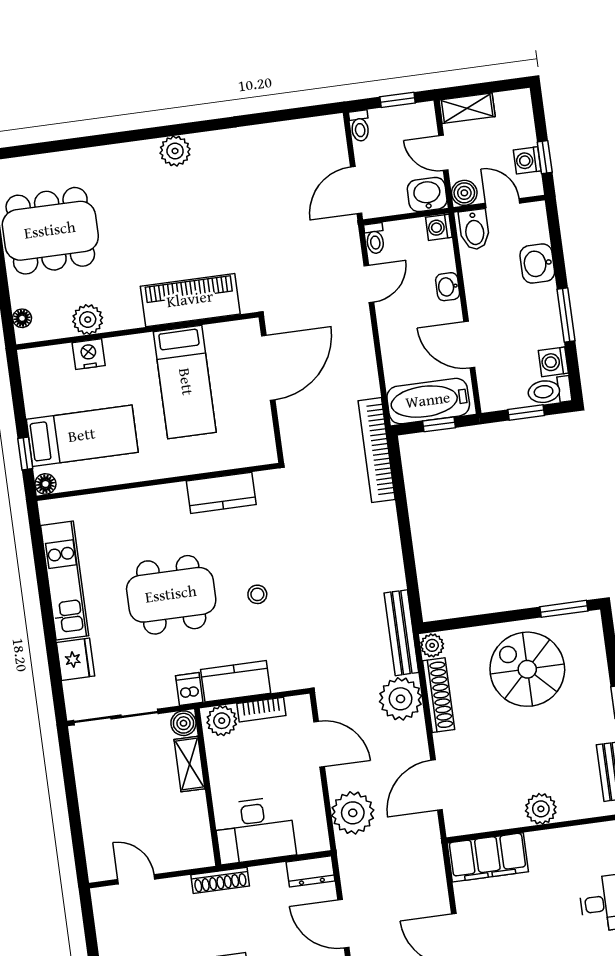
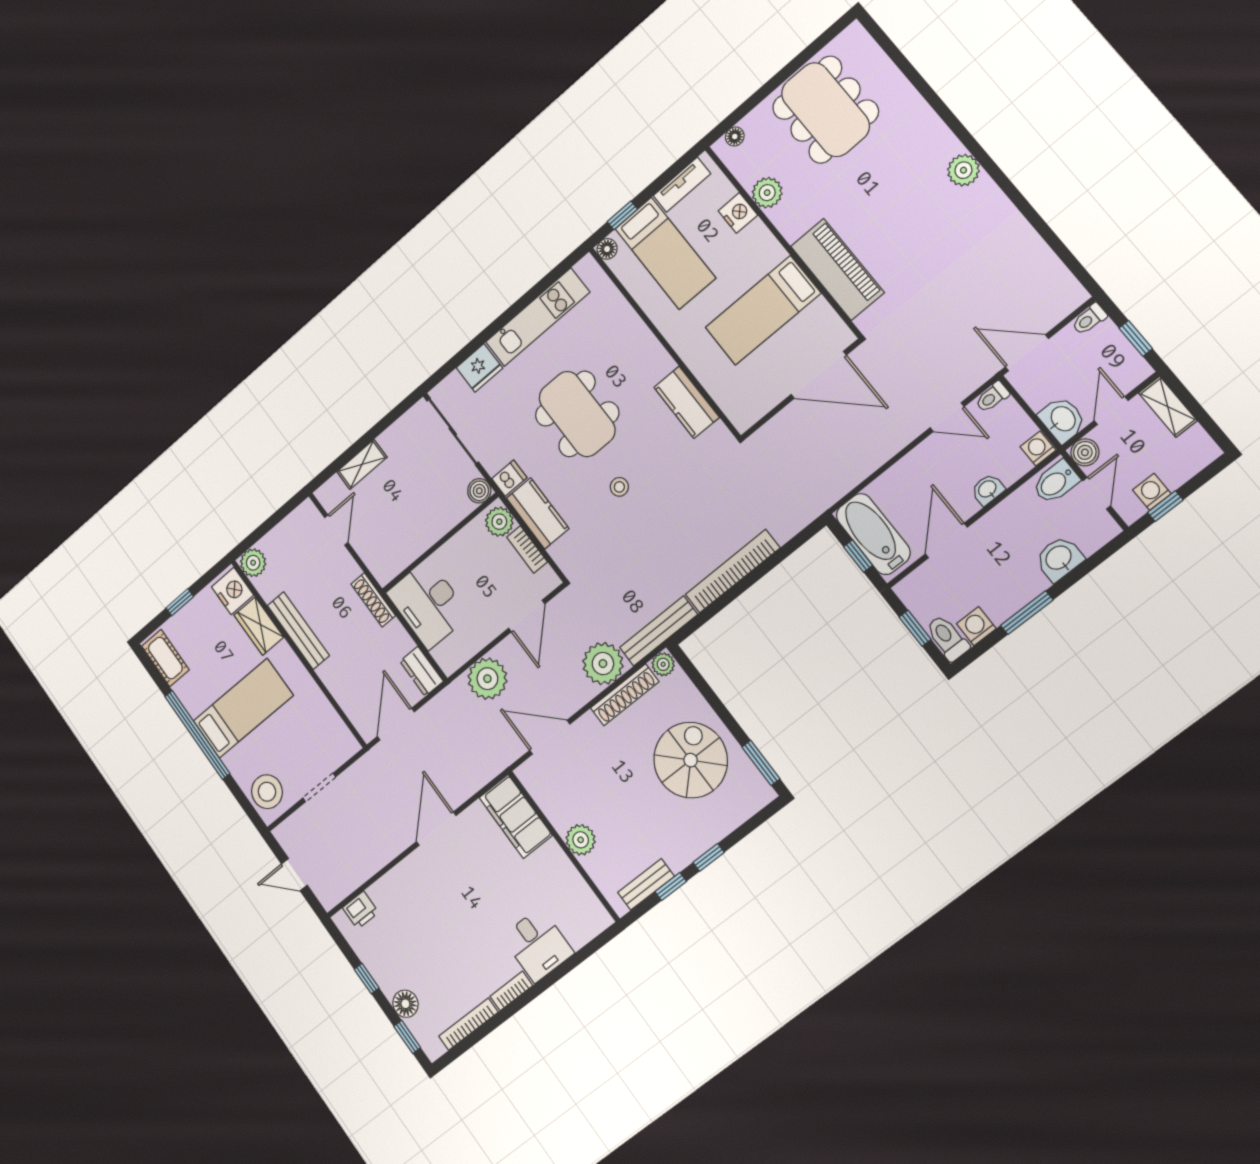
tv unit: (33, 387) -> (682, 185), added
bookcase: (377, 450) -> (732, 571), moved
shelving: (189, 764) -> (362, 464), moved

